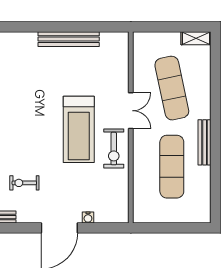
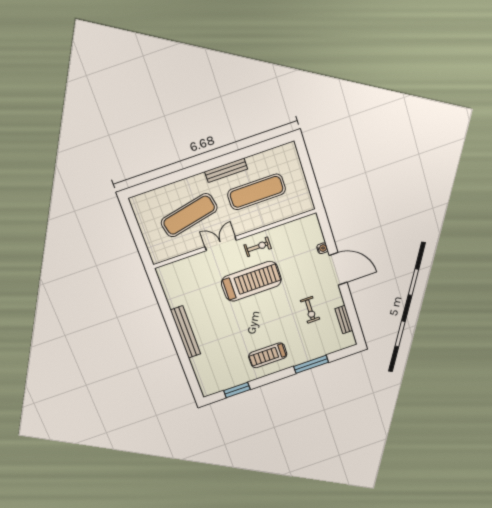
shelving: (196, 38) -> (139, 209), removed
bench: (69, 39) -> (186, 332), moved
exercise bike: (114, 149) -> (258, 247), width x0.73, depth x0.72

